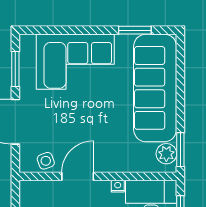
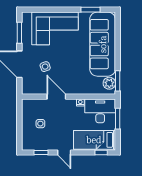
side table: (46, 161) -> (45, 67), moved
door: (78, 176) -> (56, 97), hinge flipped

